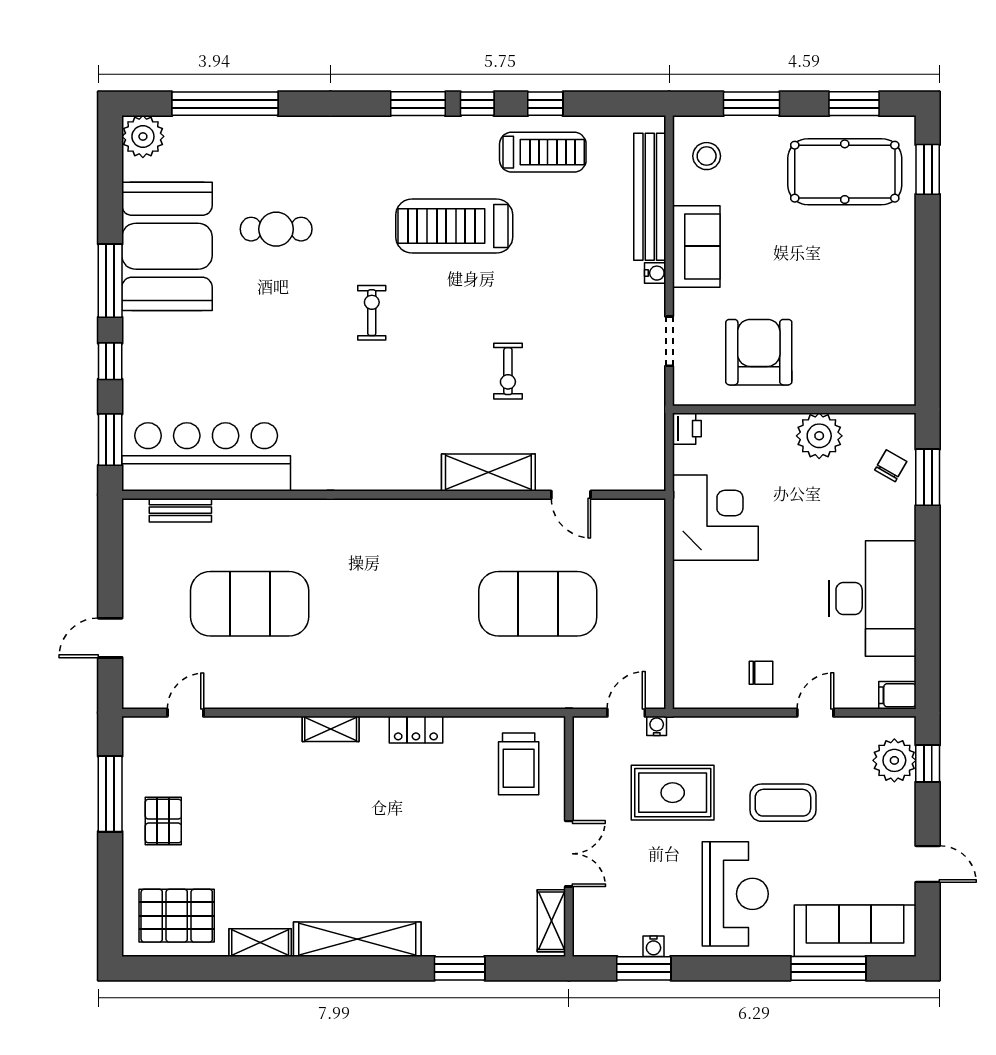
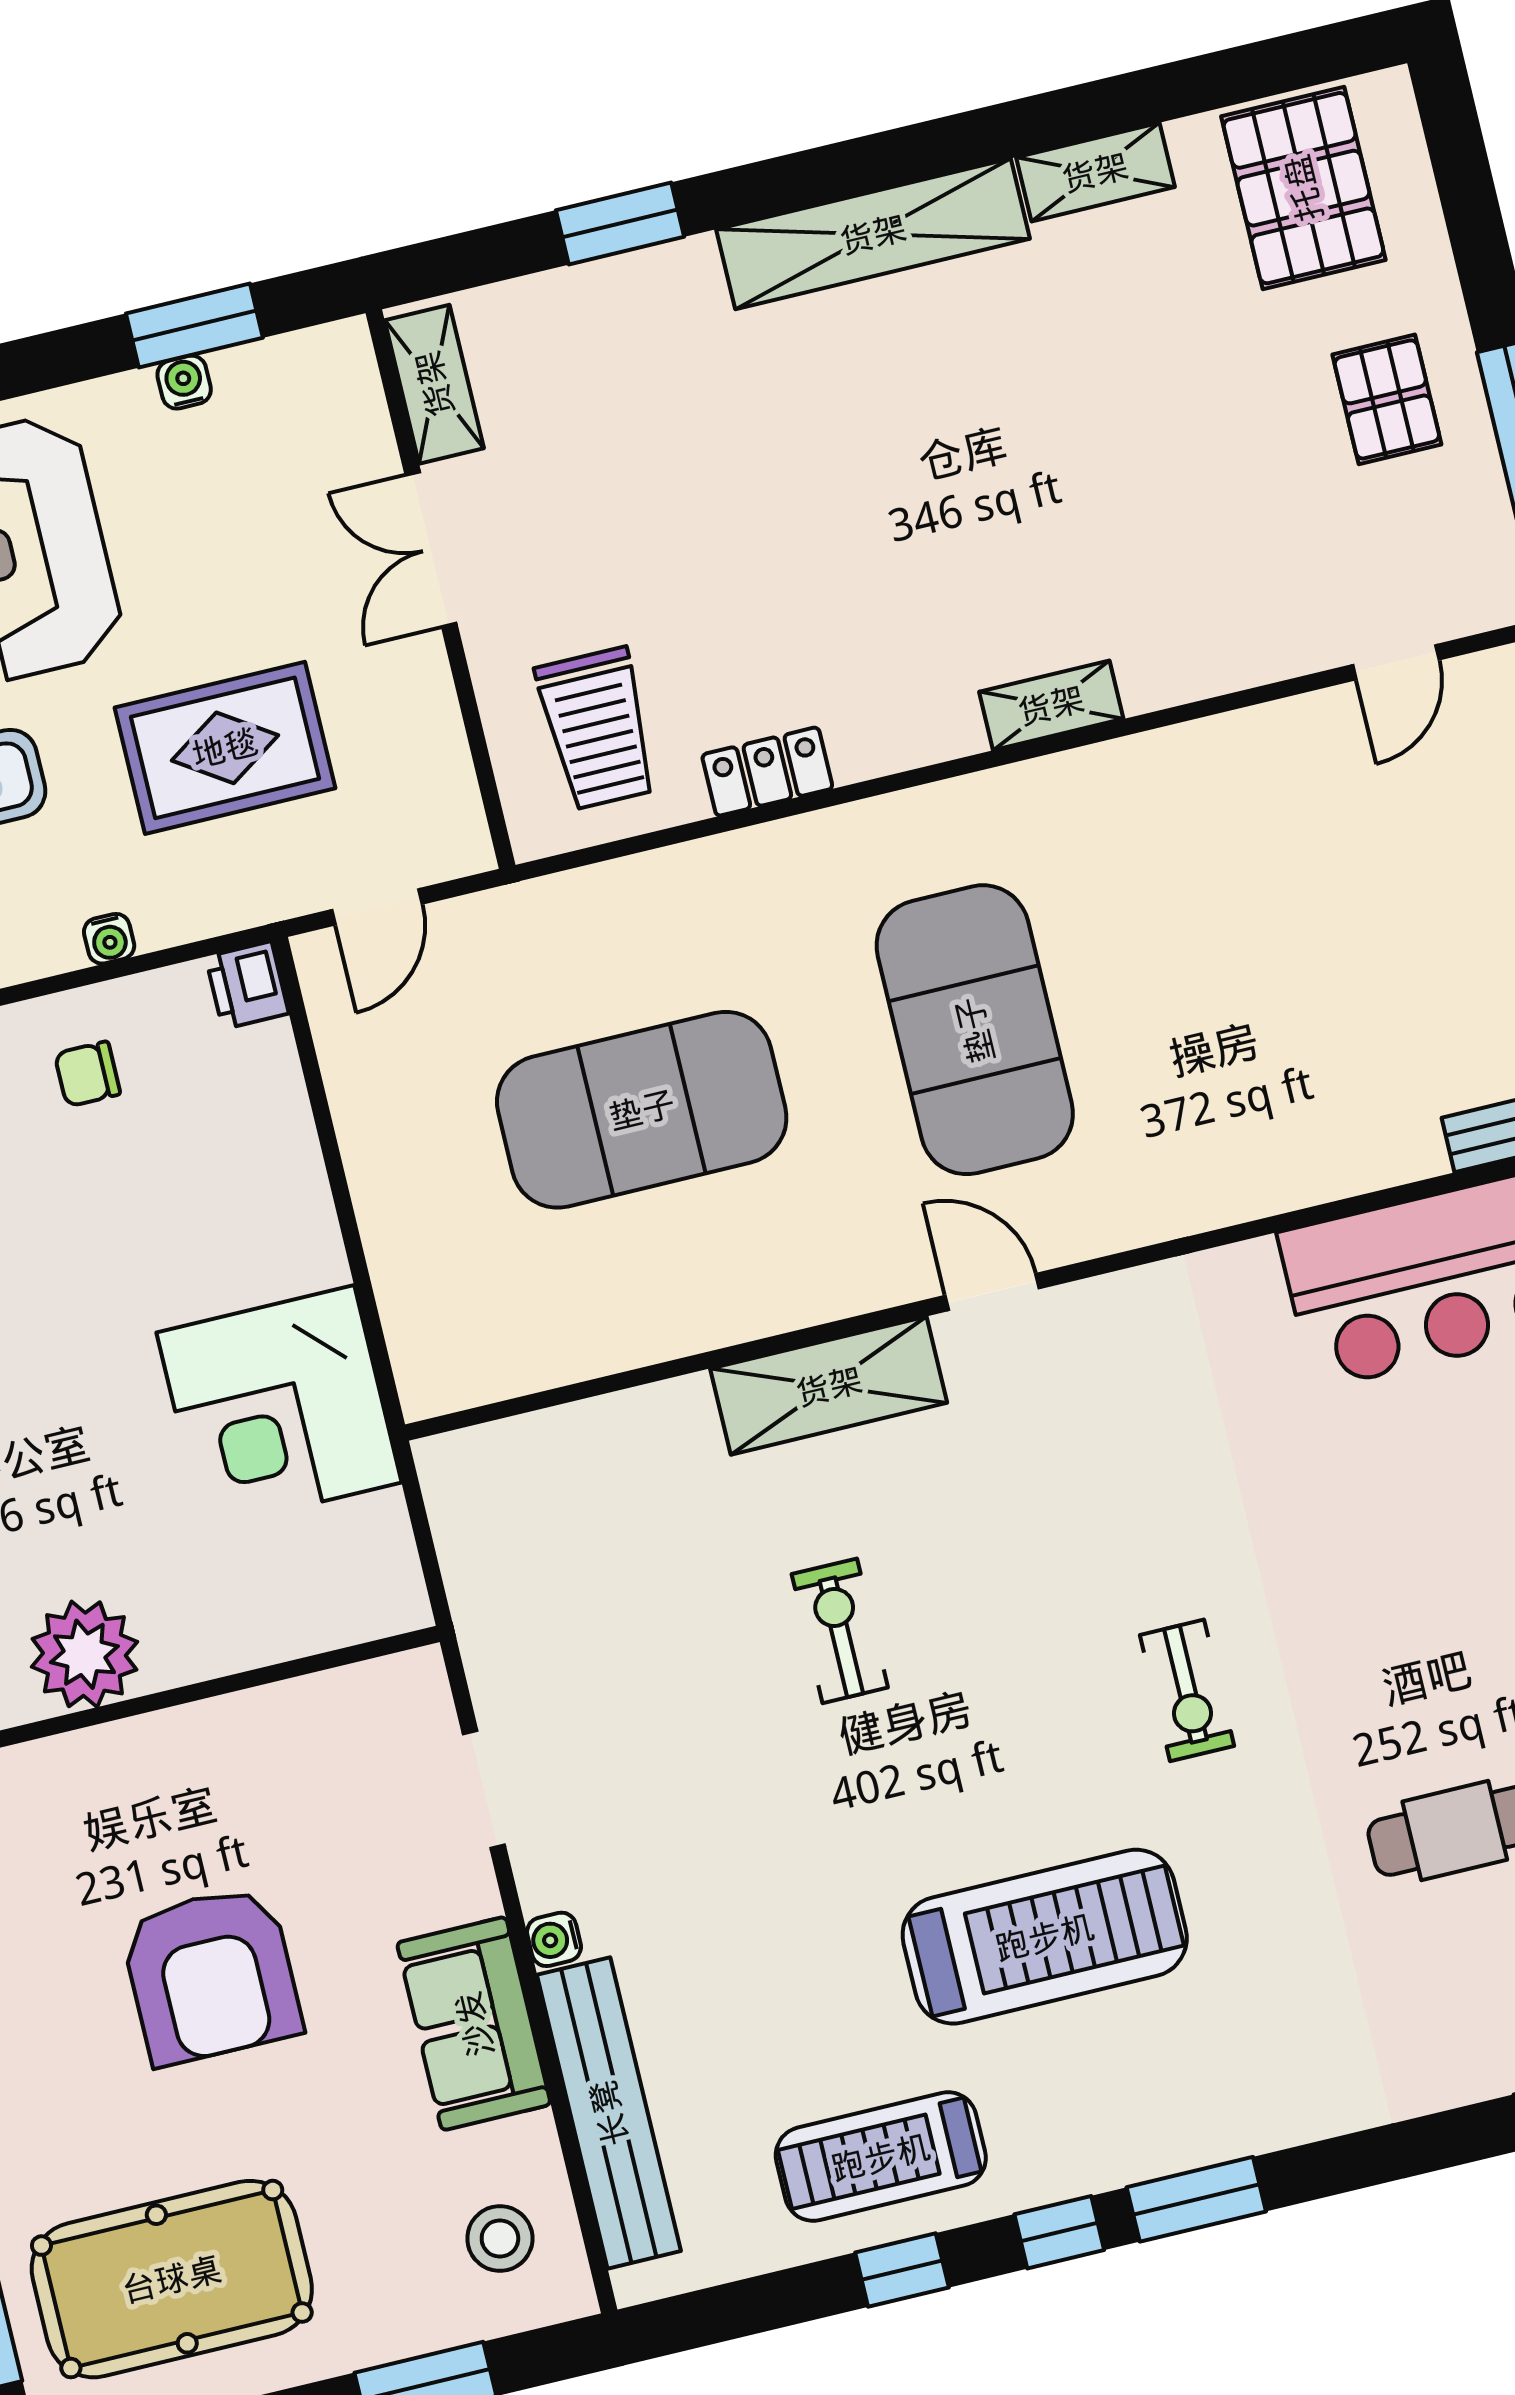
armchair: (759, 352) -> (211, 1975), moved
printer: (687, 429) -> (247, 985), moved
door: (571, 495) -> (992, 1292), moved
exercise mat: (250, 604) -> (975, 1030), moved, turned 90
water cooler: (657, 726) -> (109, 939), moved
locker: (416, 730) -> (767, 772), moved
trolley: (519, 764) -> (597, 729), turned 180
pallet: (177, 916) -> (1303, 188), turned 90

